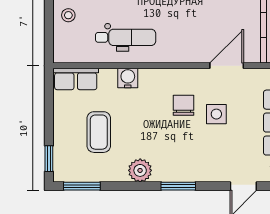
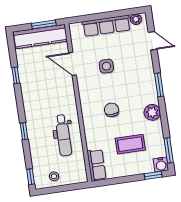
dental chair: (126, 37) -> (63, 135), turned 180
water cooler: (128, 78) -> (161, 164), moved, turned -90
chair: (184, 105) -> (112, 110), moved, turned 90

